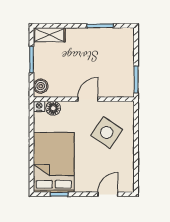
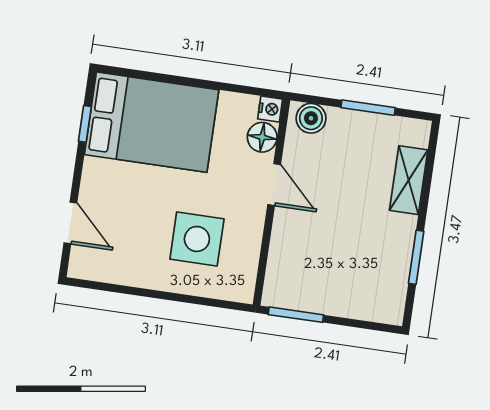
shelving: (49, 35) -> (409, 180), moved
door: (88, 99) -> (274, 185), moved
side table: (107, 132) -> (197, 239), turned -34

